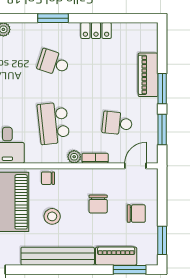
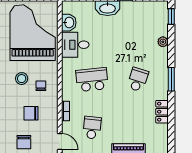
plant: (74, 157) -> (67, 95), removed
chair: (48, 178) -> (41, 86), moved

